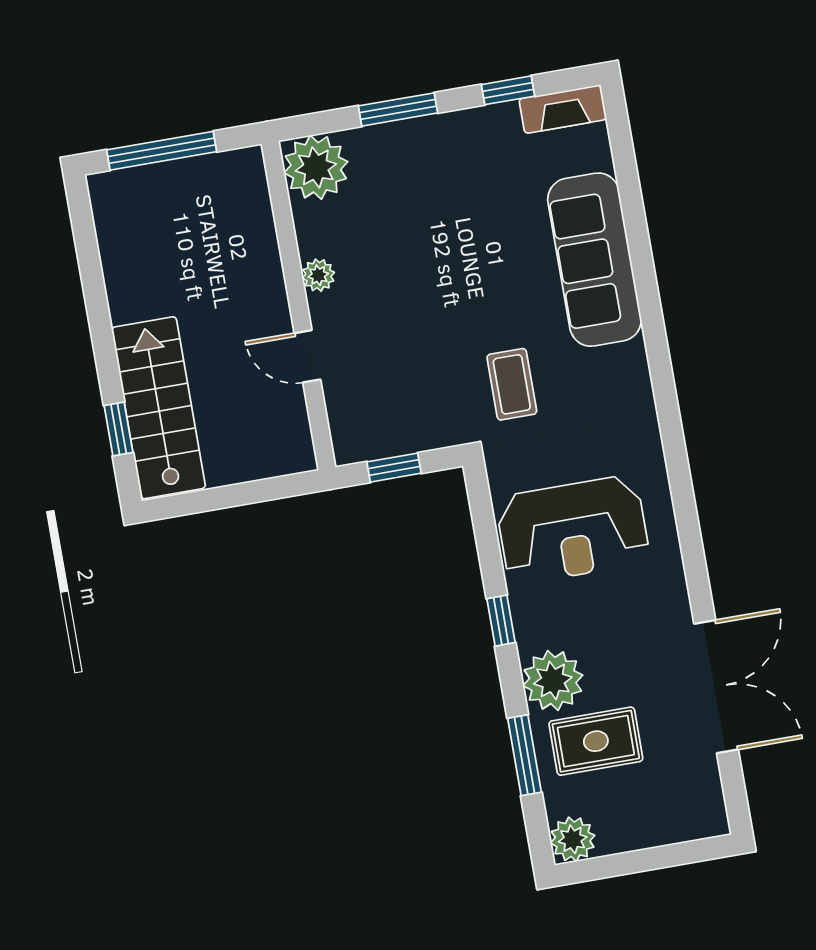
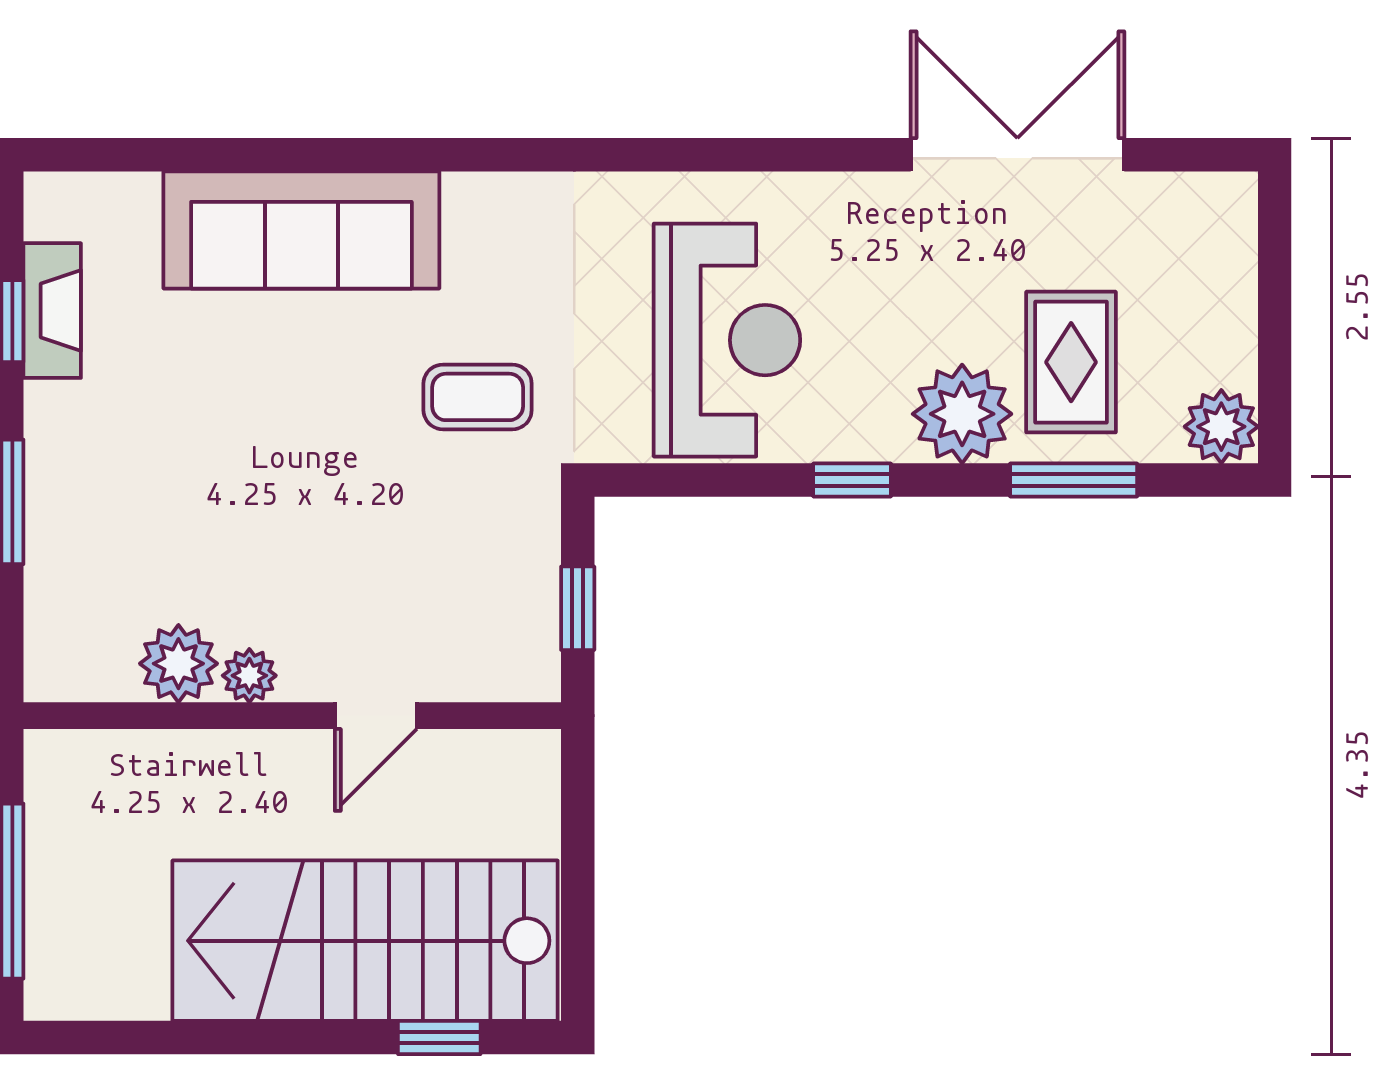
fireplace: (563, 109) -> (52, 311), moved
plant: (316, 167) -> (178, 664), moved, width x0.73, depth x0.73
stairs: (159, 408) -> (365, 941), width x1.36, depth x1.51

